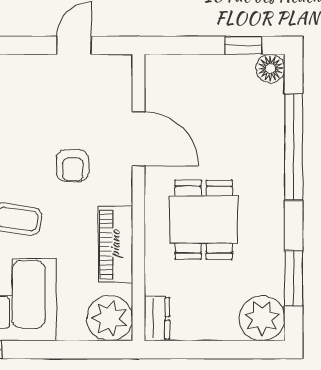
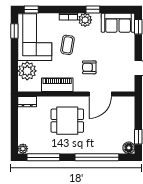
window: (294, 278) -> (43, 157), width x1.44
plant: (110, 318) -> (27, 71), moved
plant: (262, 318) -> (23, 149), width x0.53, depth x0.53

